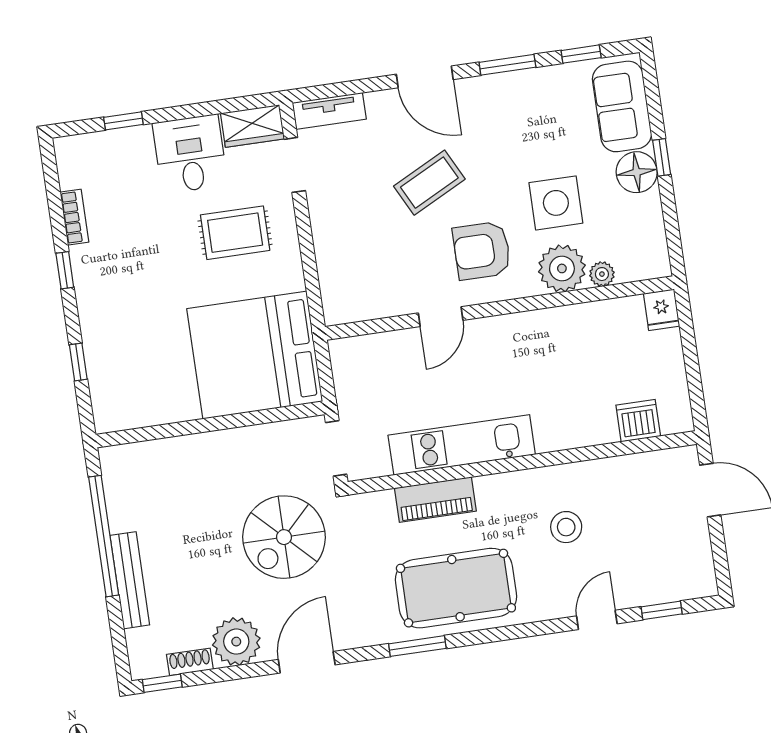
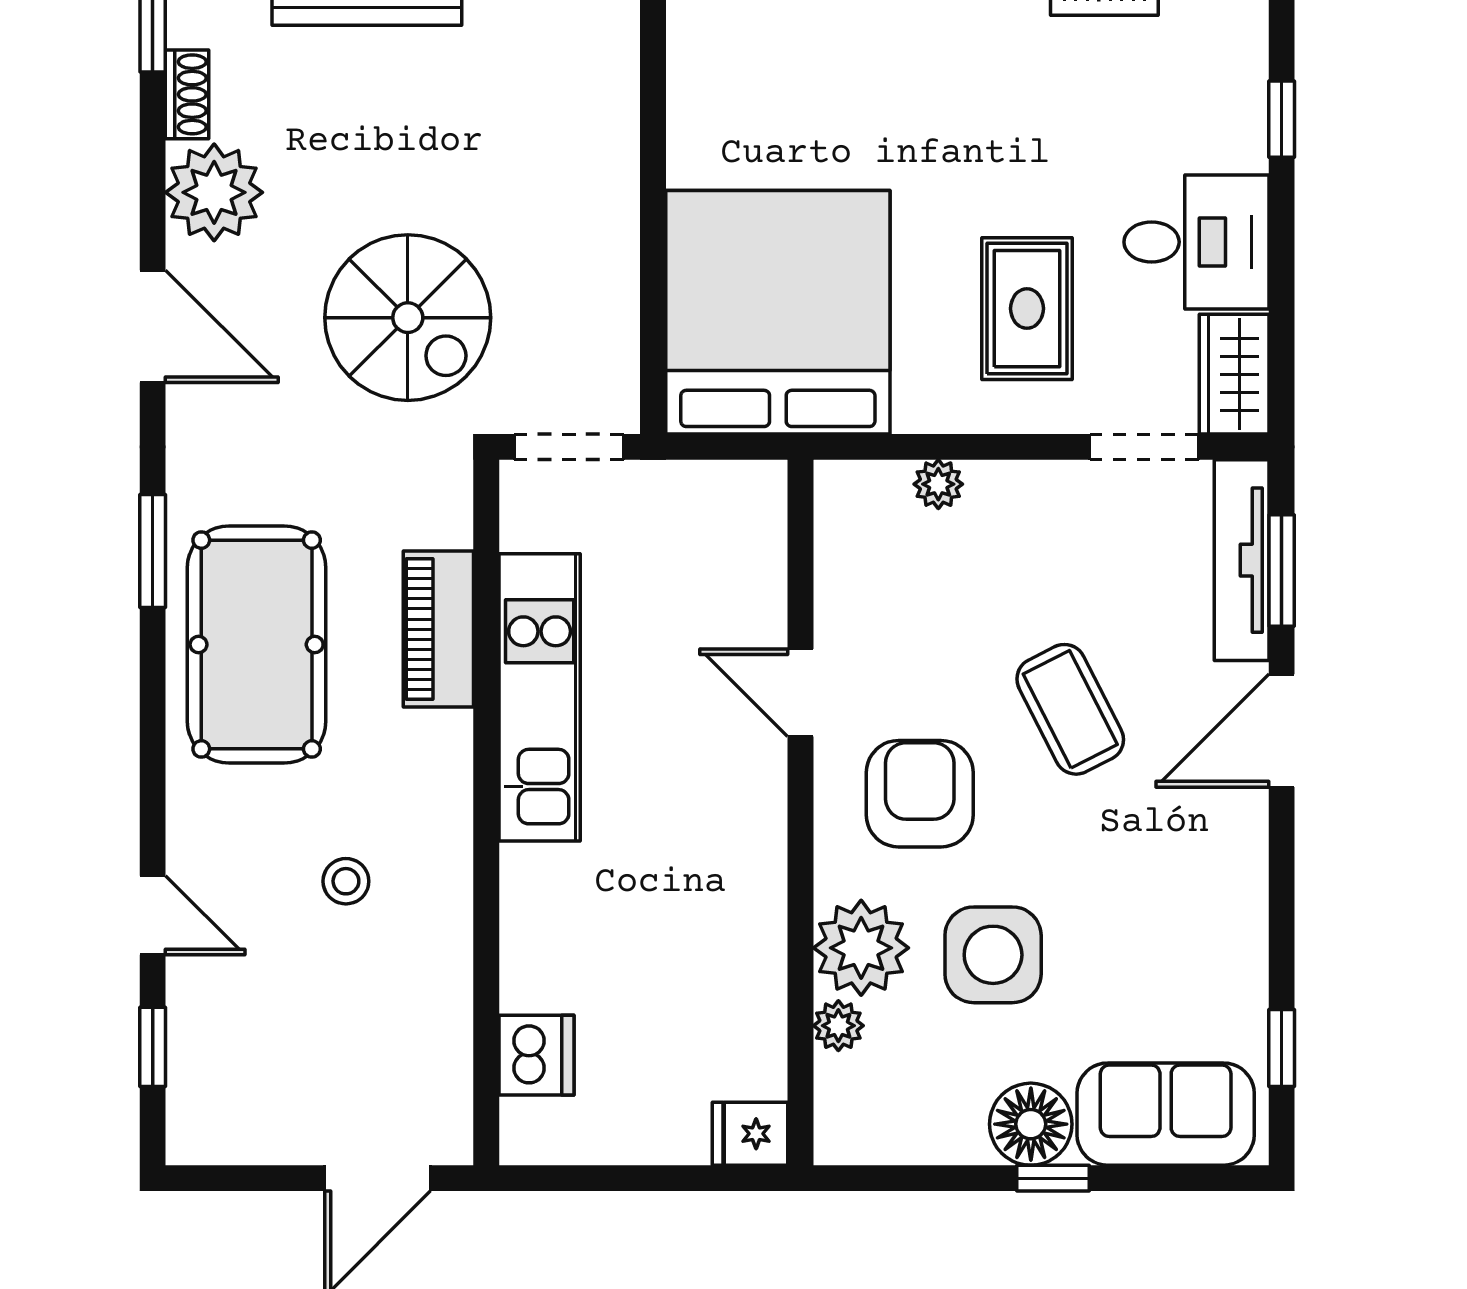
window: (507, 65) -> (1282, 570), moved
tv unit: (329, 111) -> (1242, 560), width x1.41
plant: (328, 264) -> (938, 484), added
stool: (566, 527) -> (346, 881), width x0.73, depth x0.73
spiral stairs: (284, 537) -> (408, 318), turned 180

